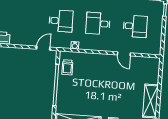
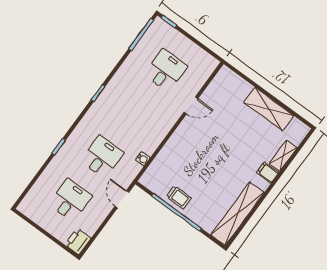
desk: (98, 24) -> (70, 200), moved, turned 180
trolley: (67, 67) -> (179, 197), moved

